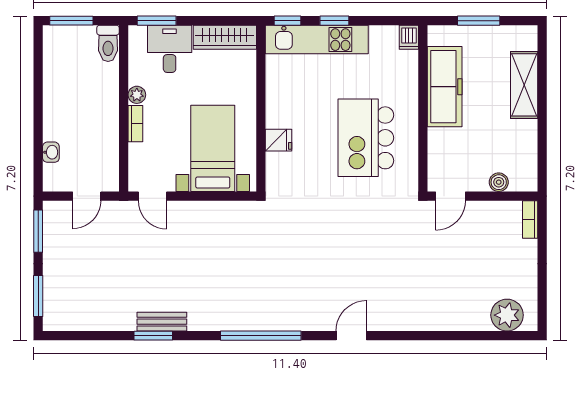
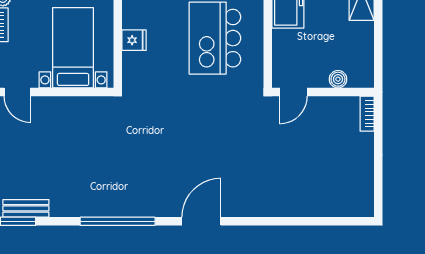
plant: (507, 315) -> (346, 202), removed
door: (351, 336) -> (201, 221), width x1.38

